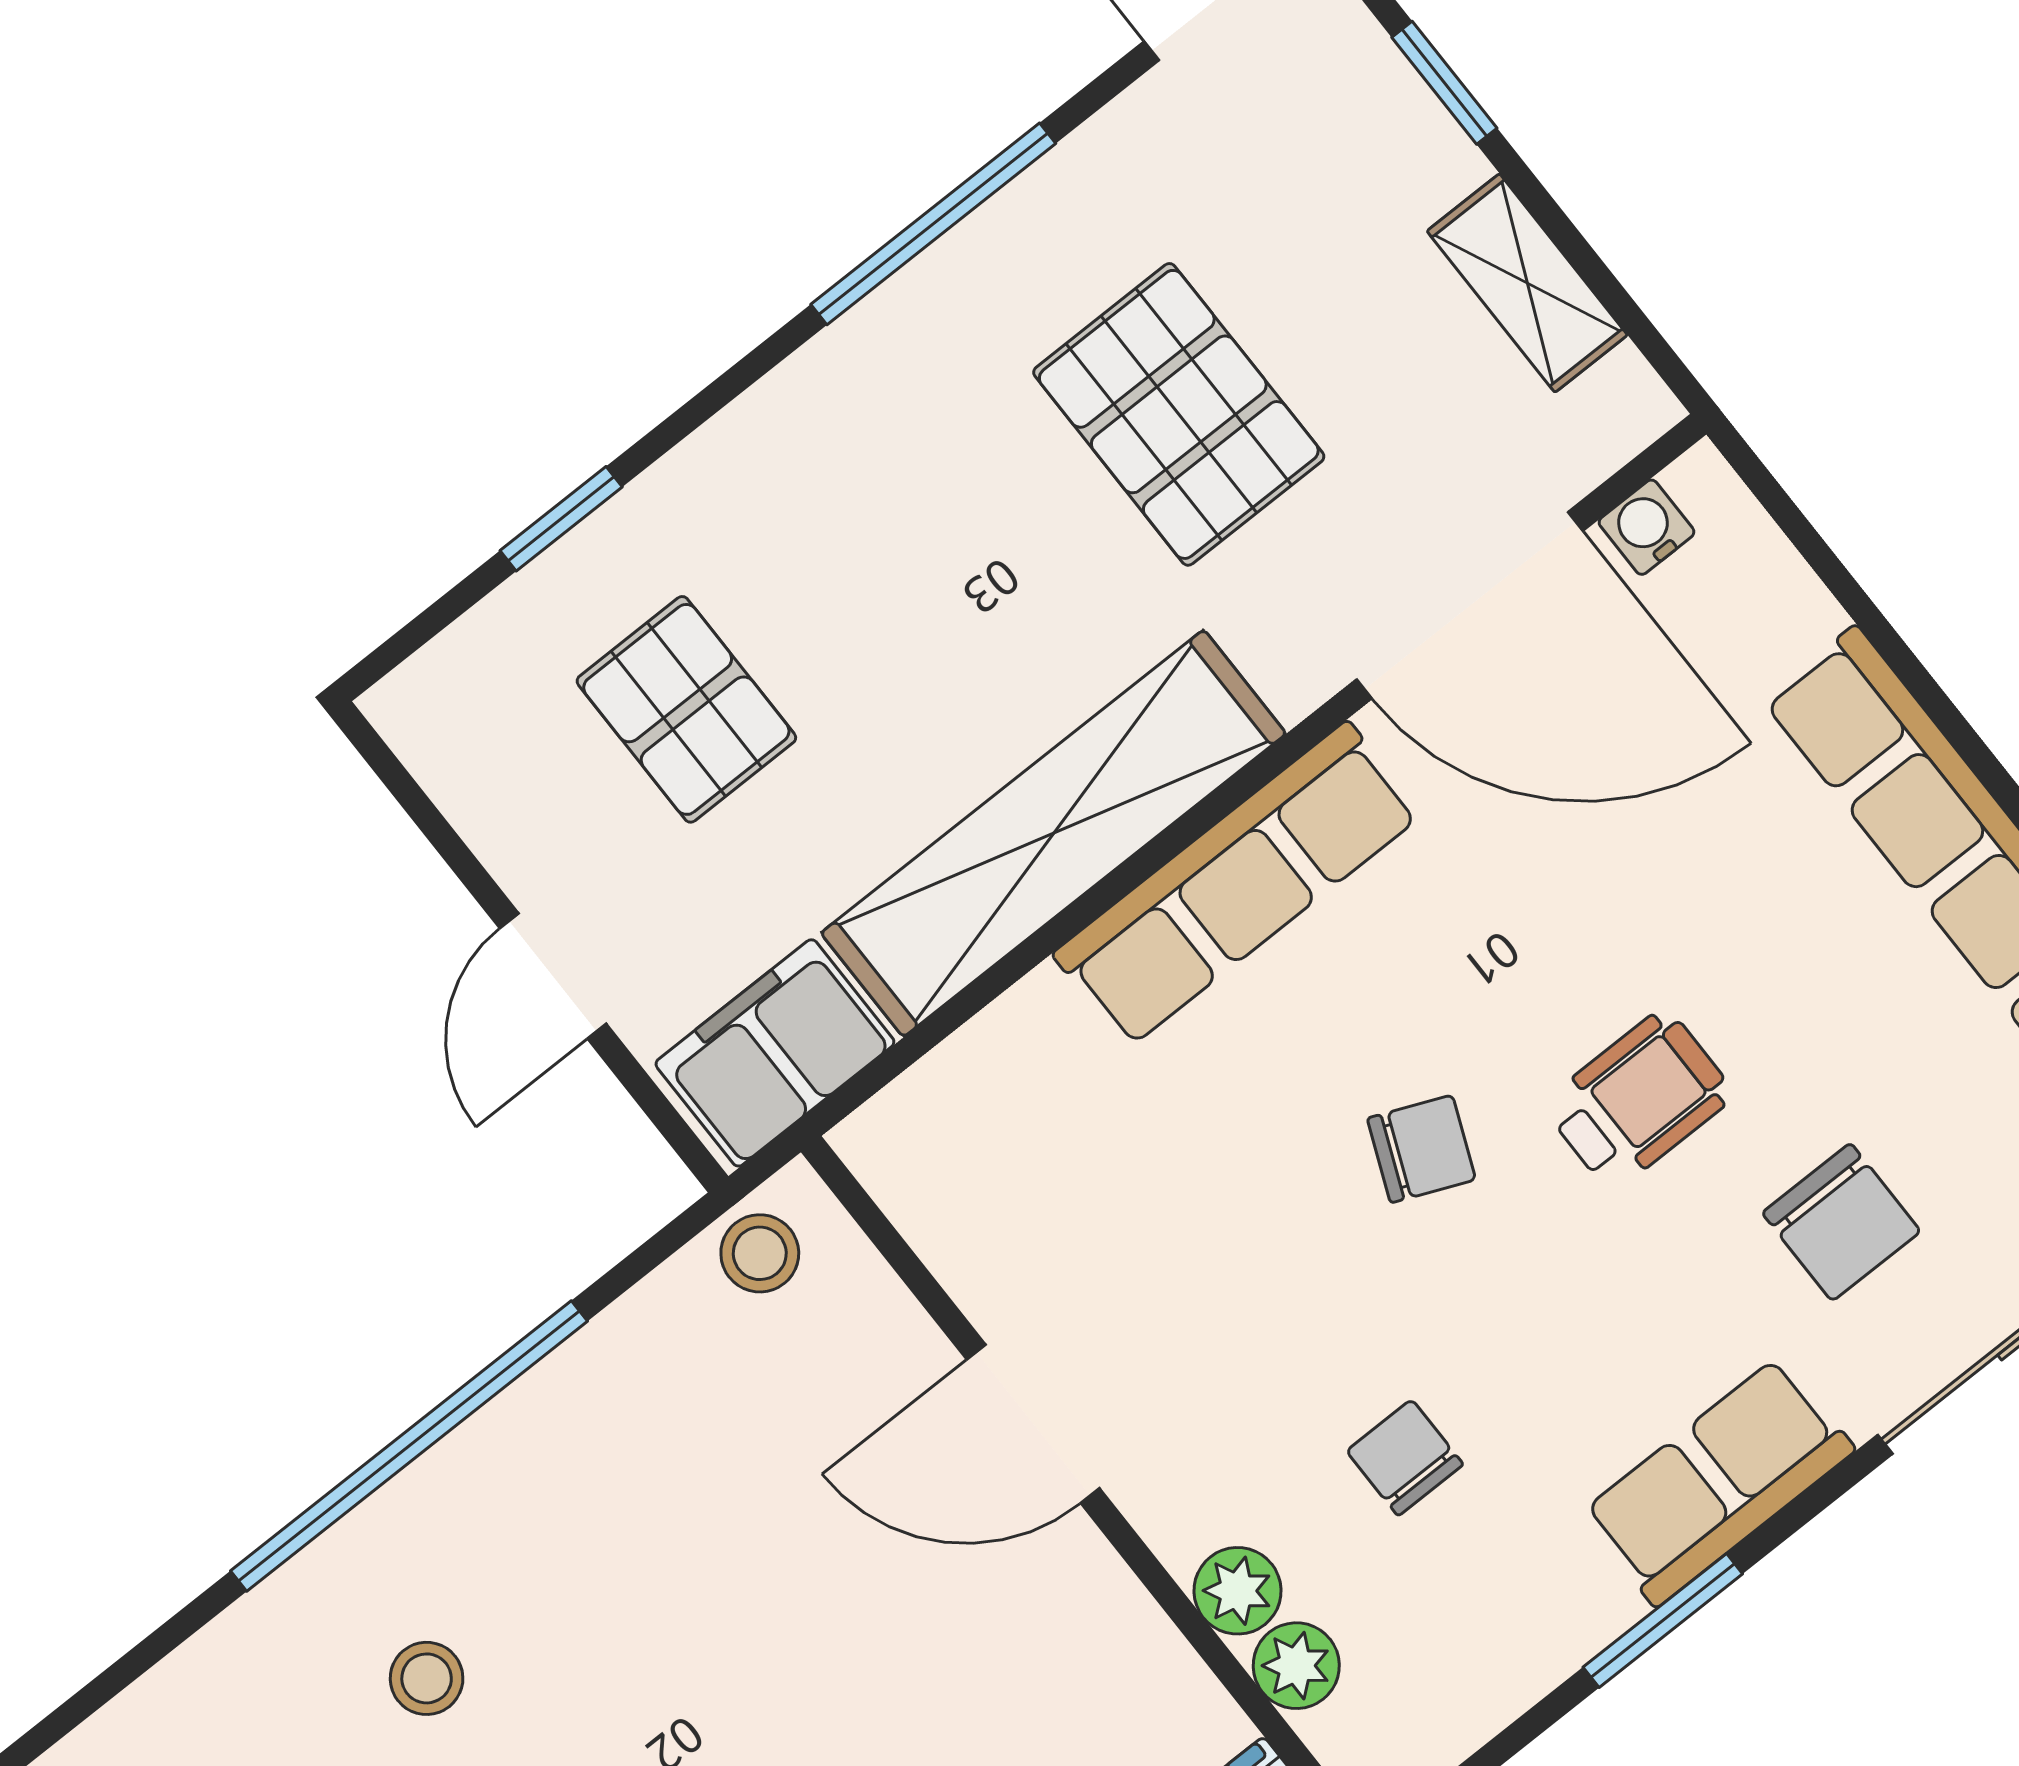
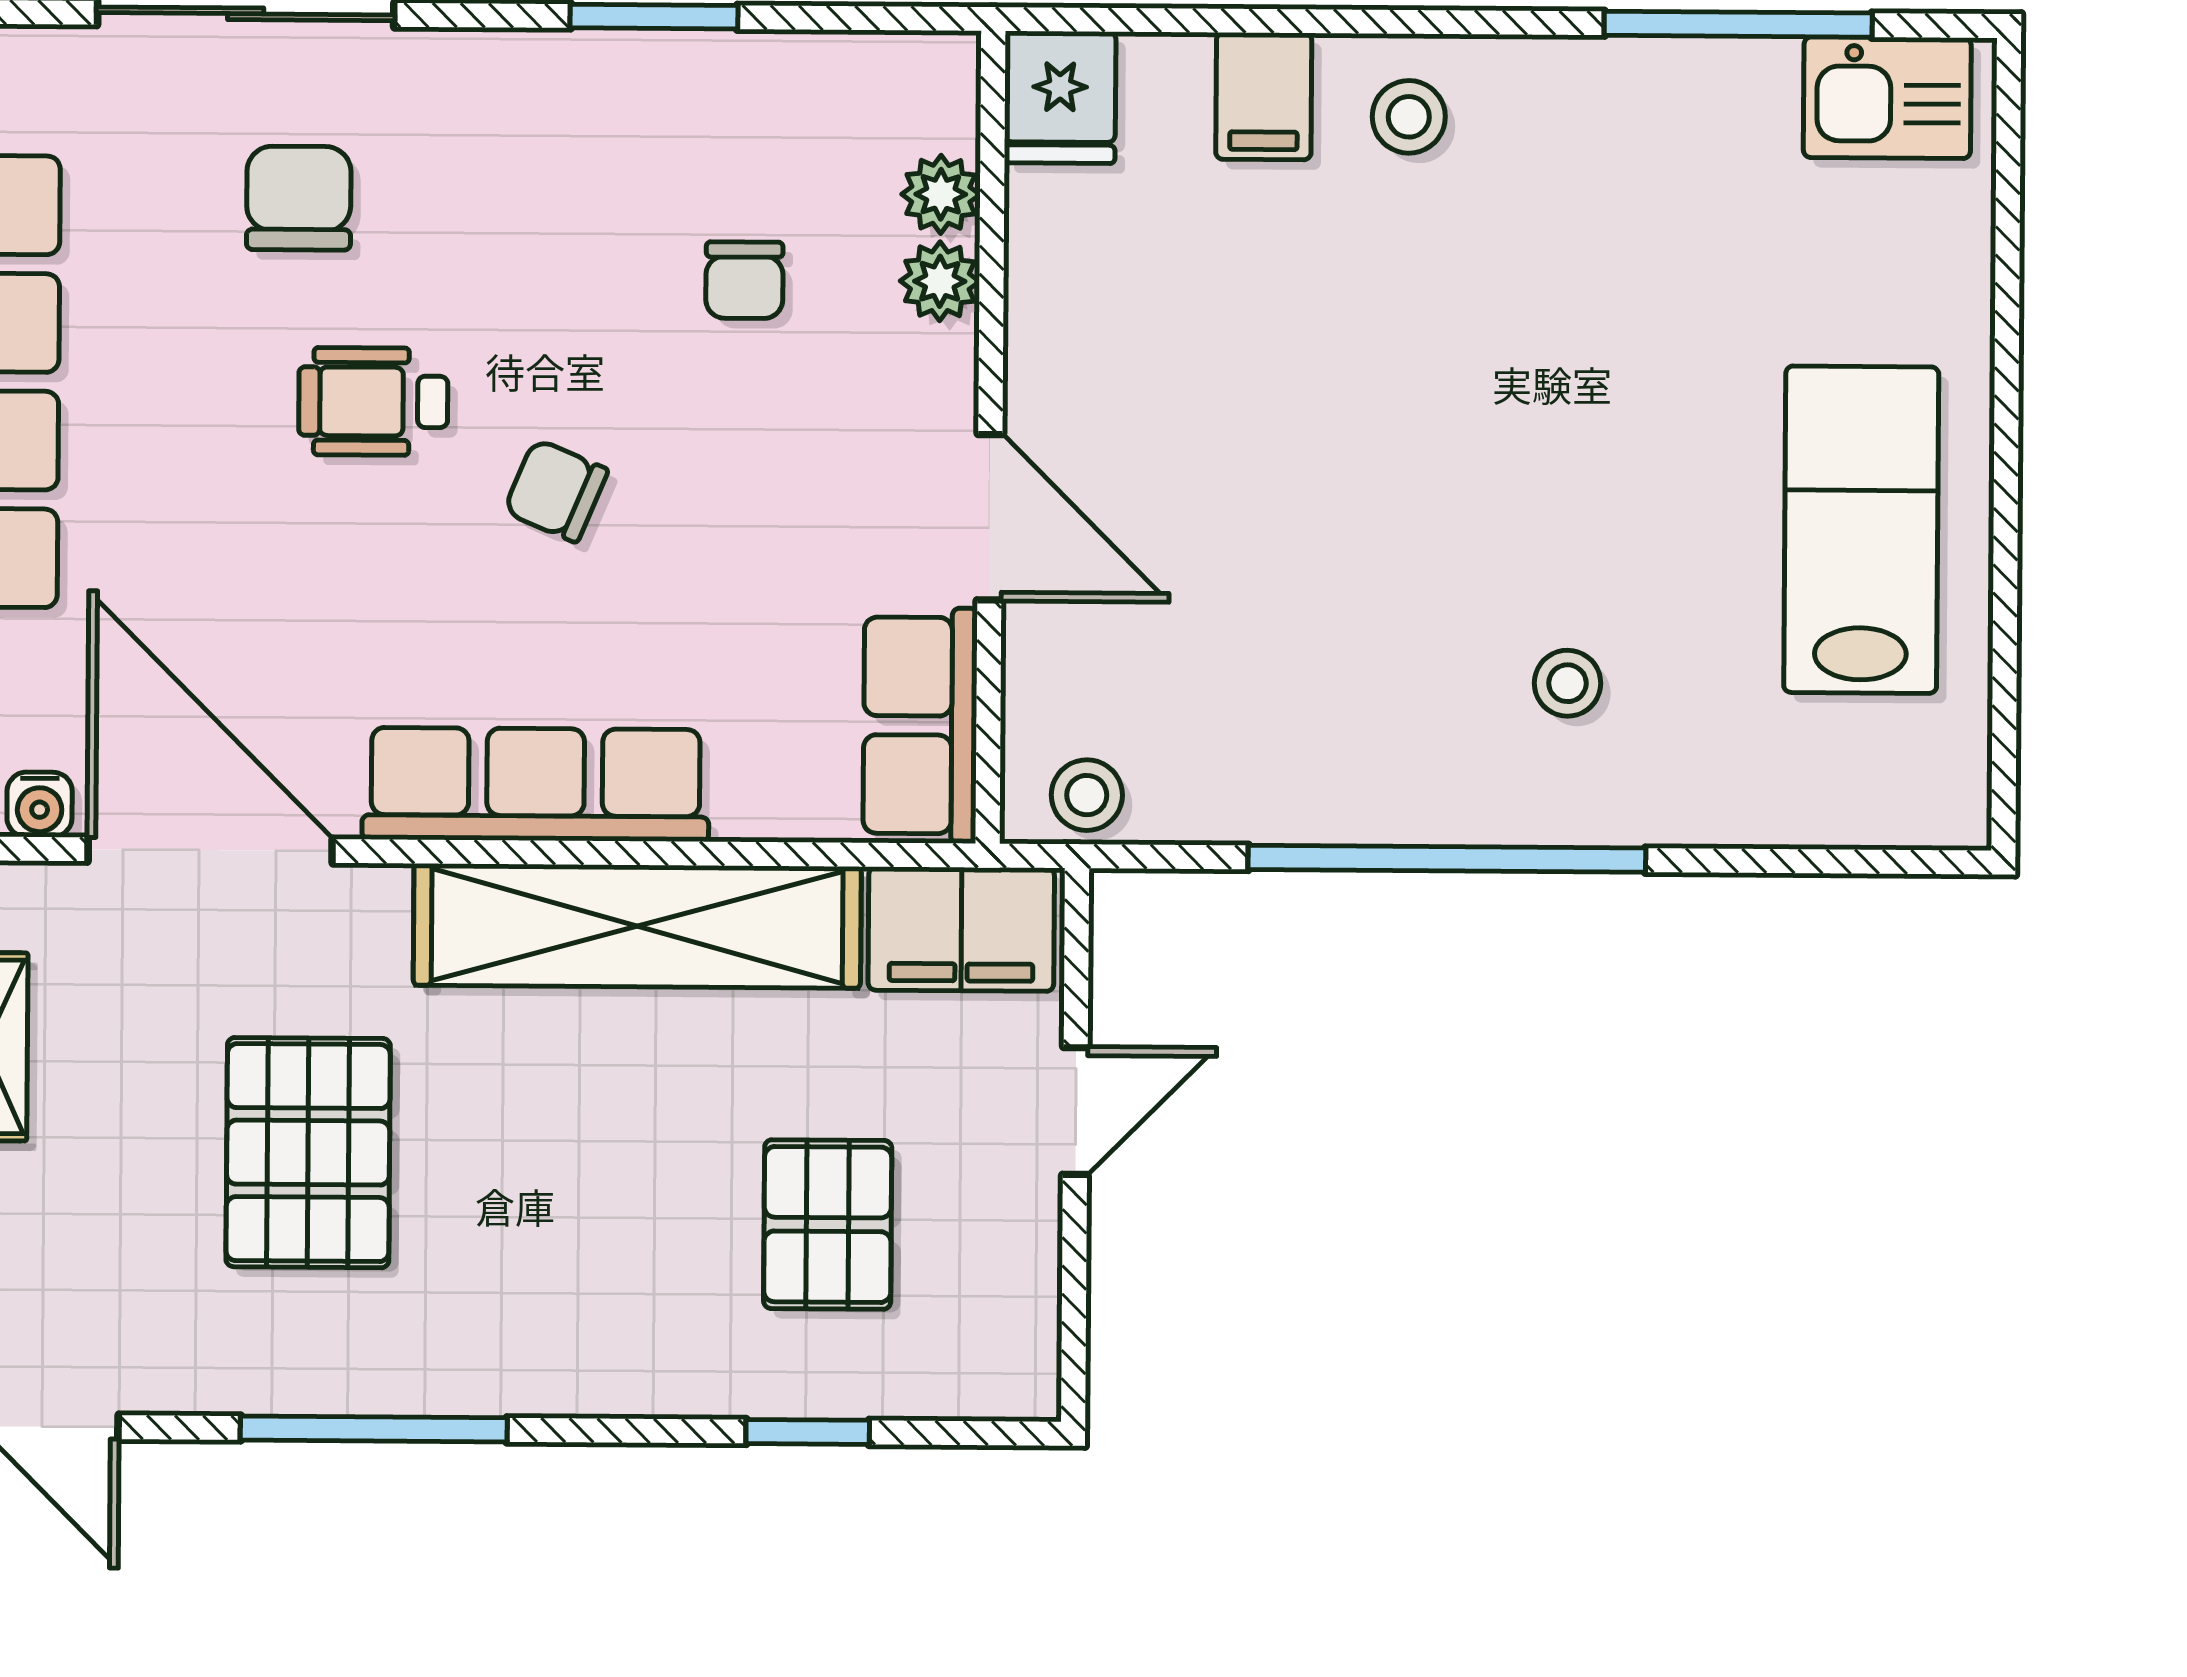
row of seats: (1718, 1481) -> (920, 725), moved, turned 90

